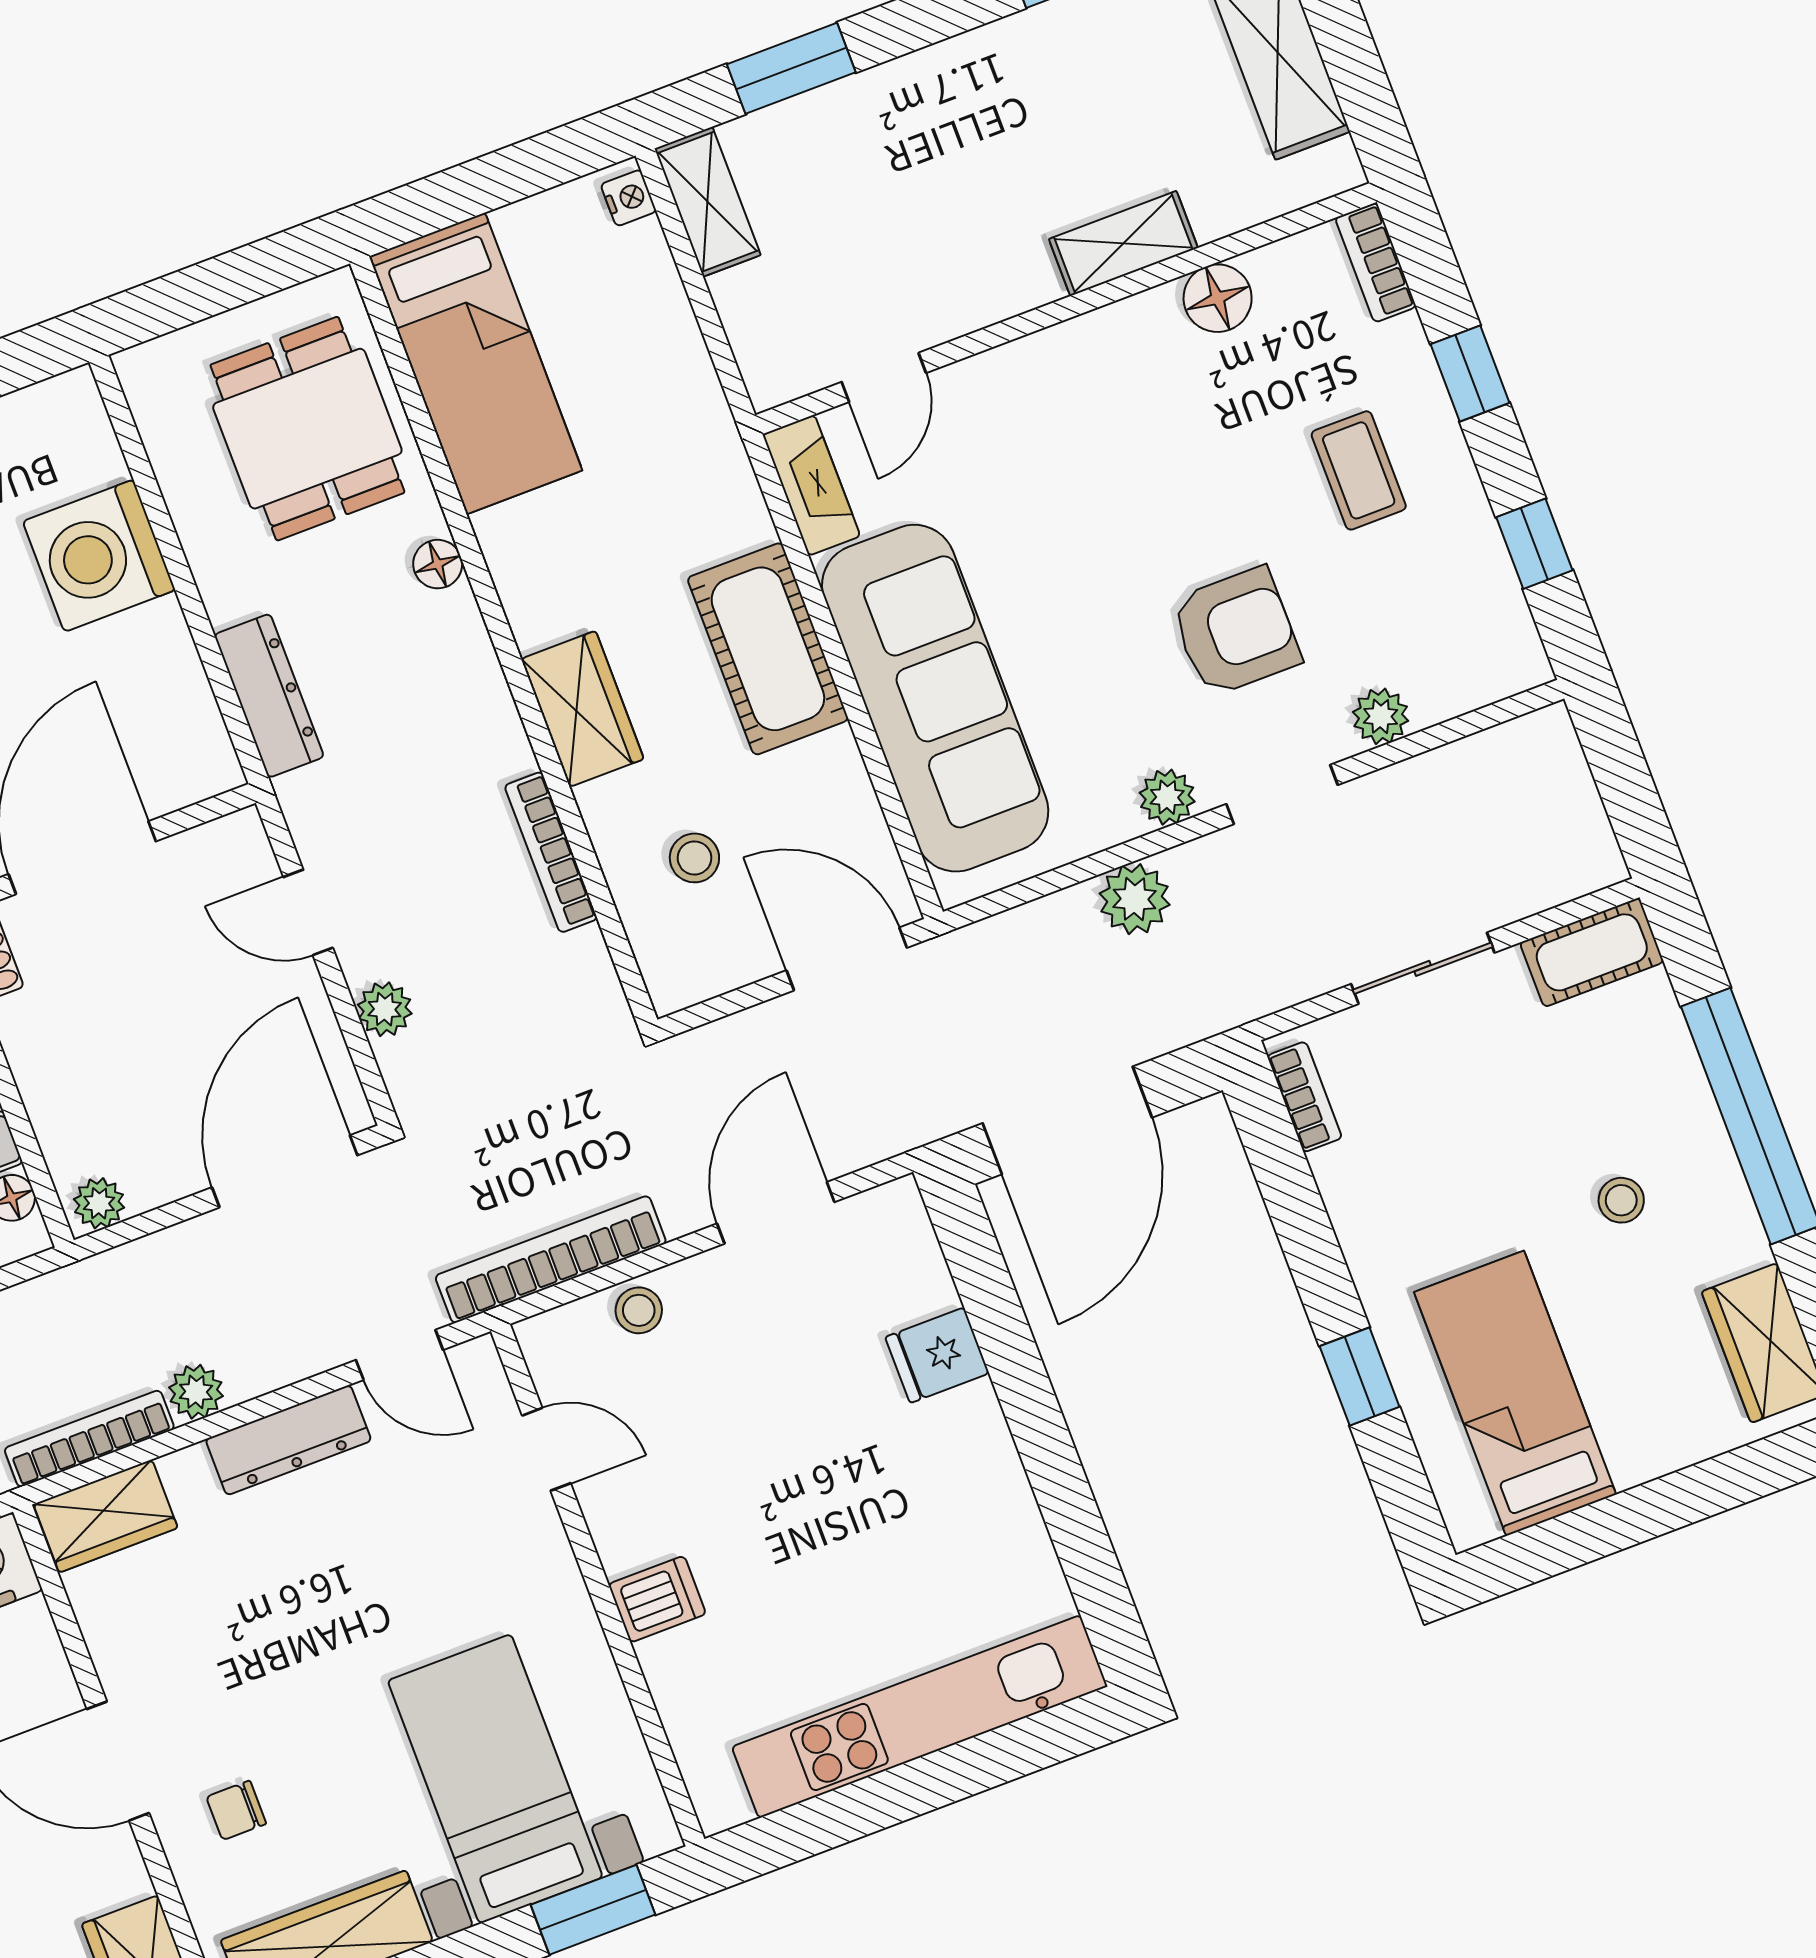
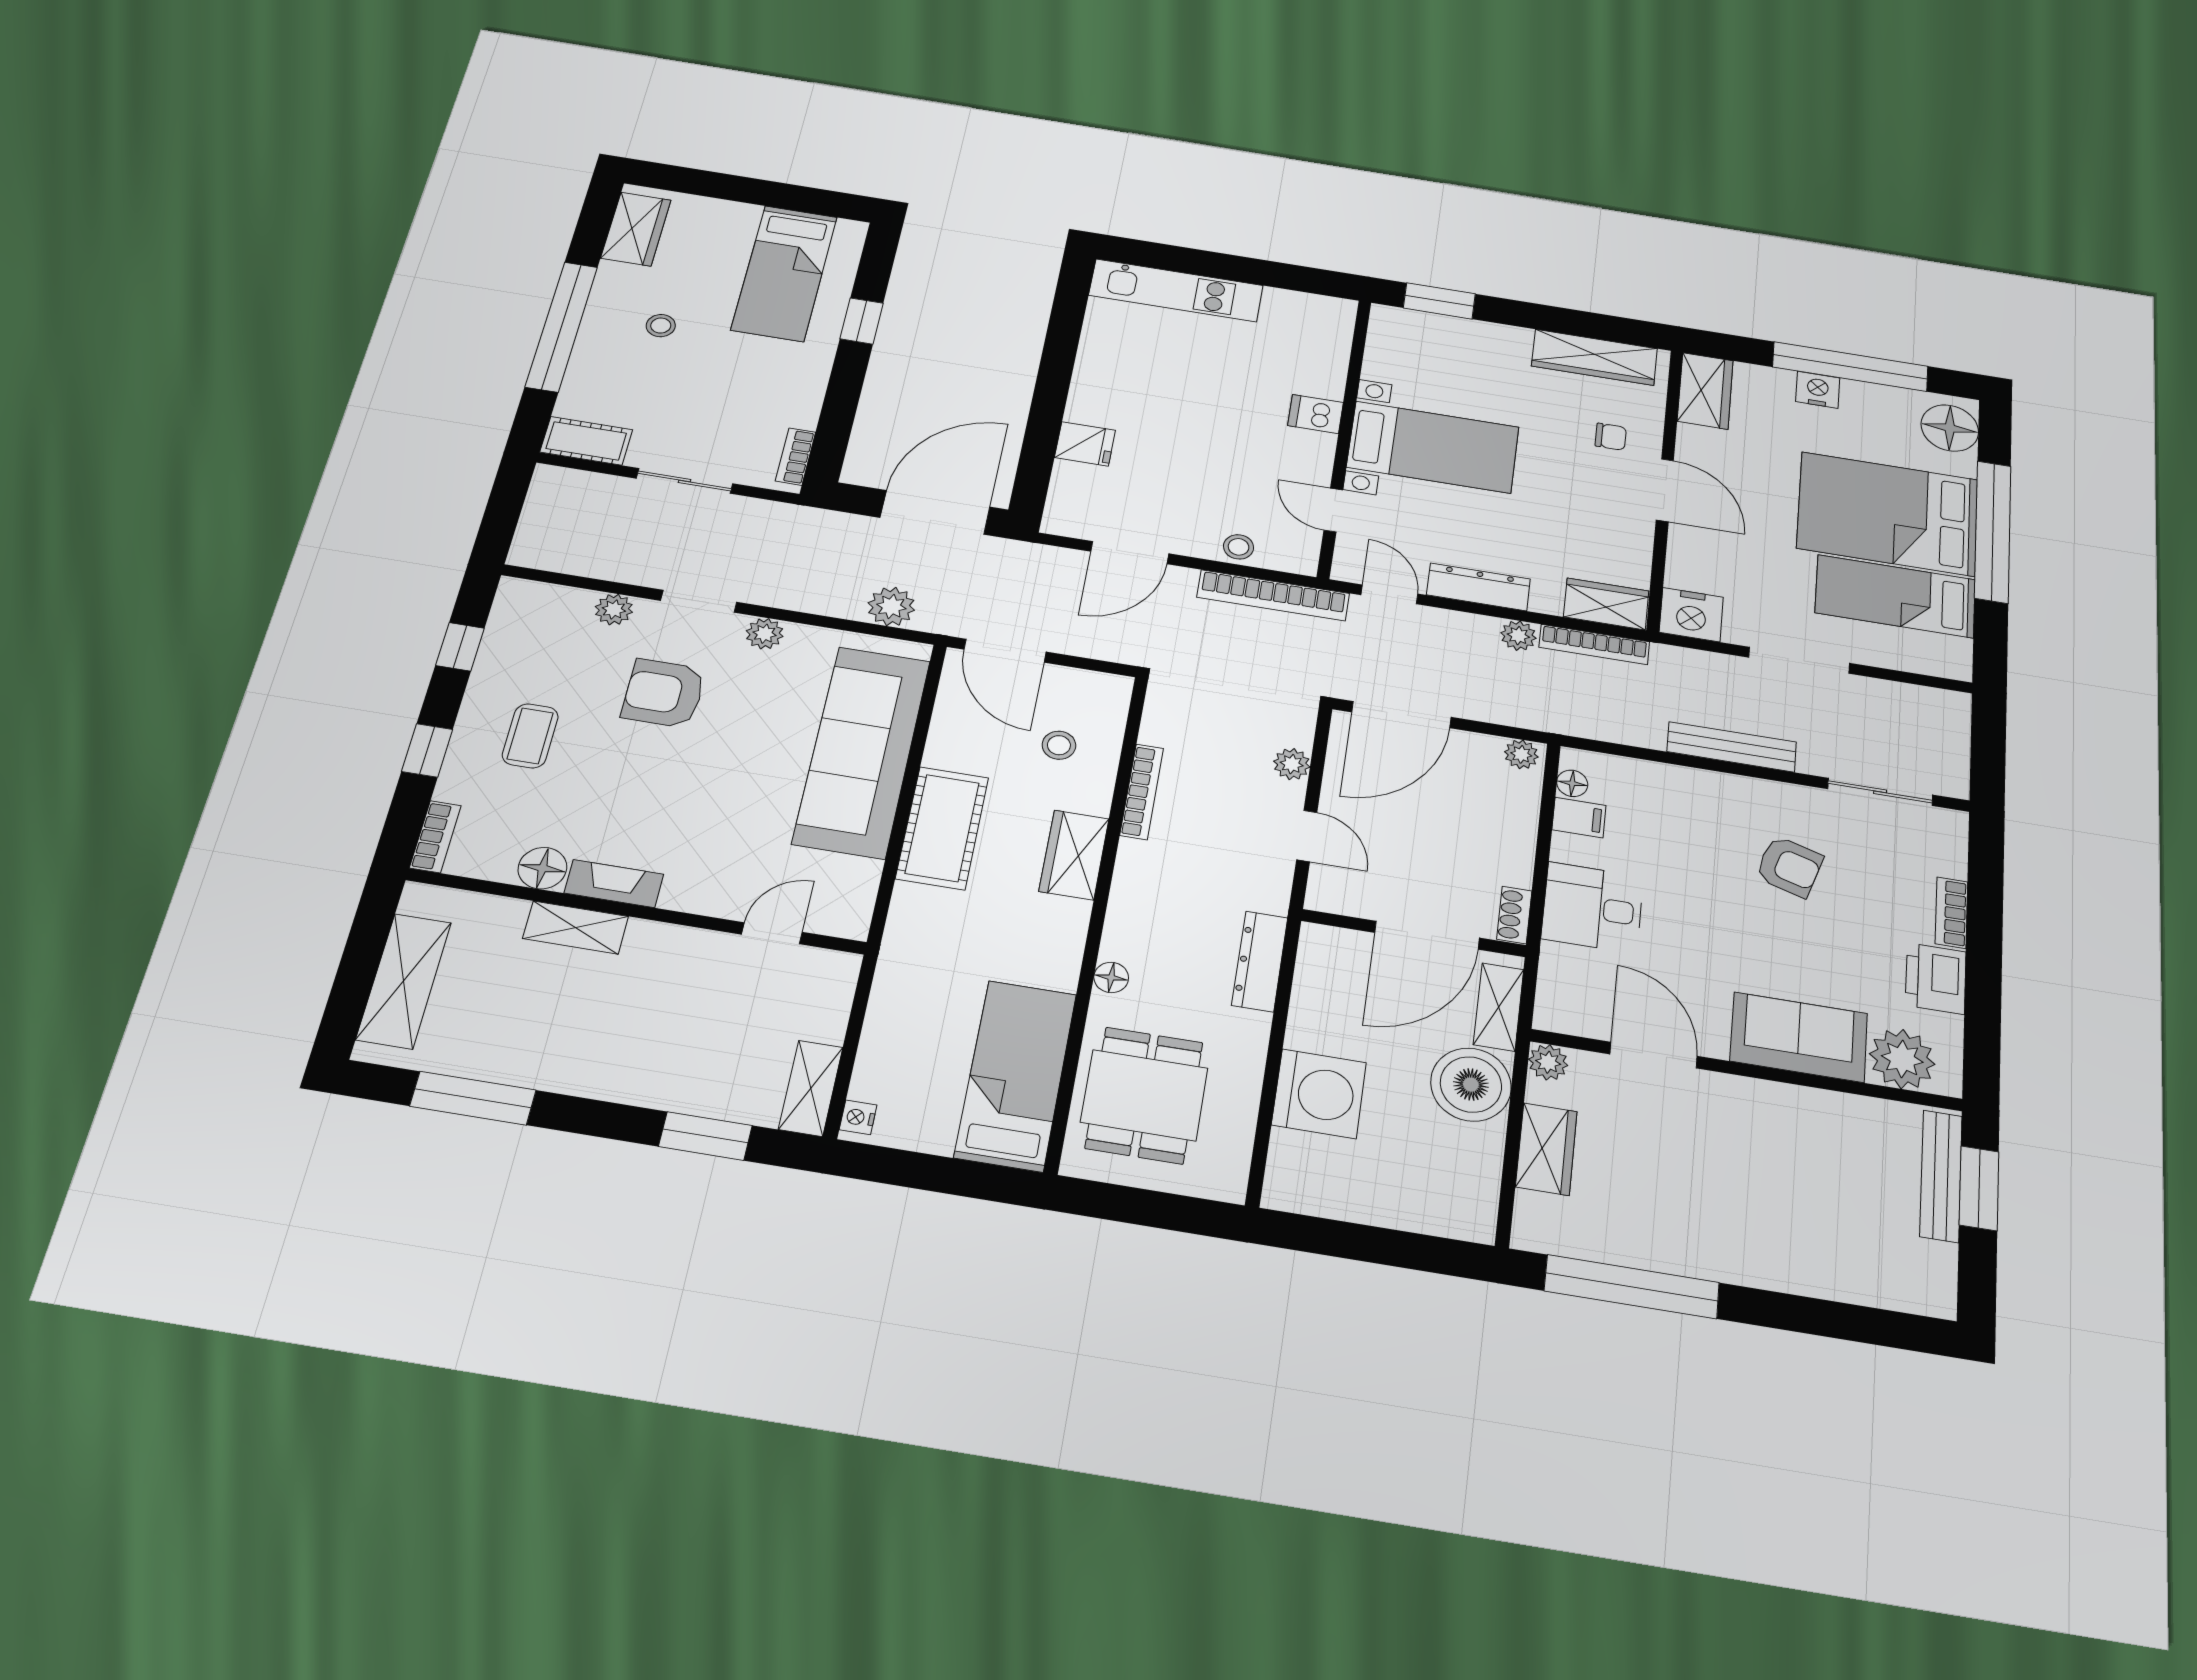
fireplace: (811, 485) -> (614, 884), moved, turned 90
plant: (1135, 899) -> (891, 607), moved
kitchen unit: (920, 1717) -> (1176, 290), width x0.73
bed with nightstands: (495, 1779) -> (1433, 447), moved, turned -90

